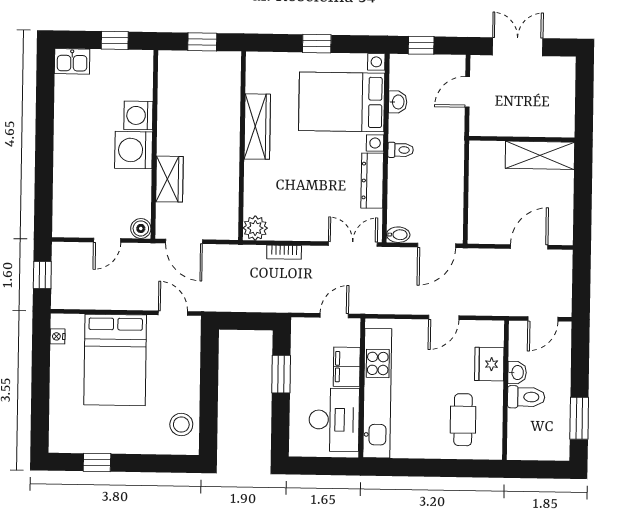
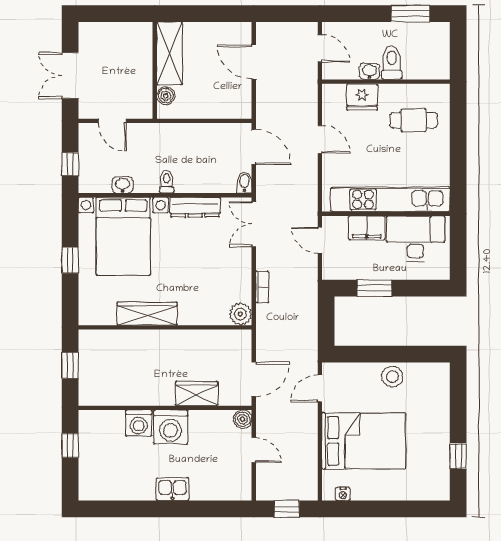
kitchen sink: (72, 61) -> (172, 489), moved, turned -90
boiler: (494, 151) -> (166, 96), added
stool: (181, 424) -> (392, 377), moved

